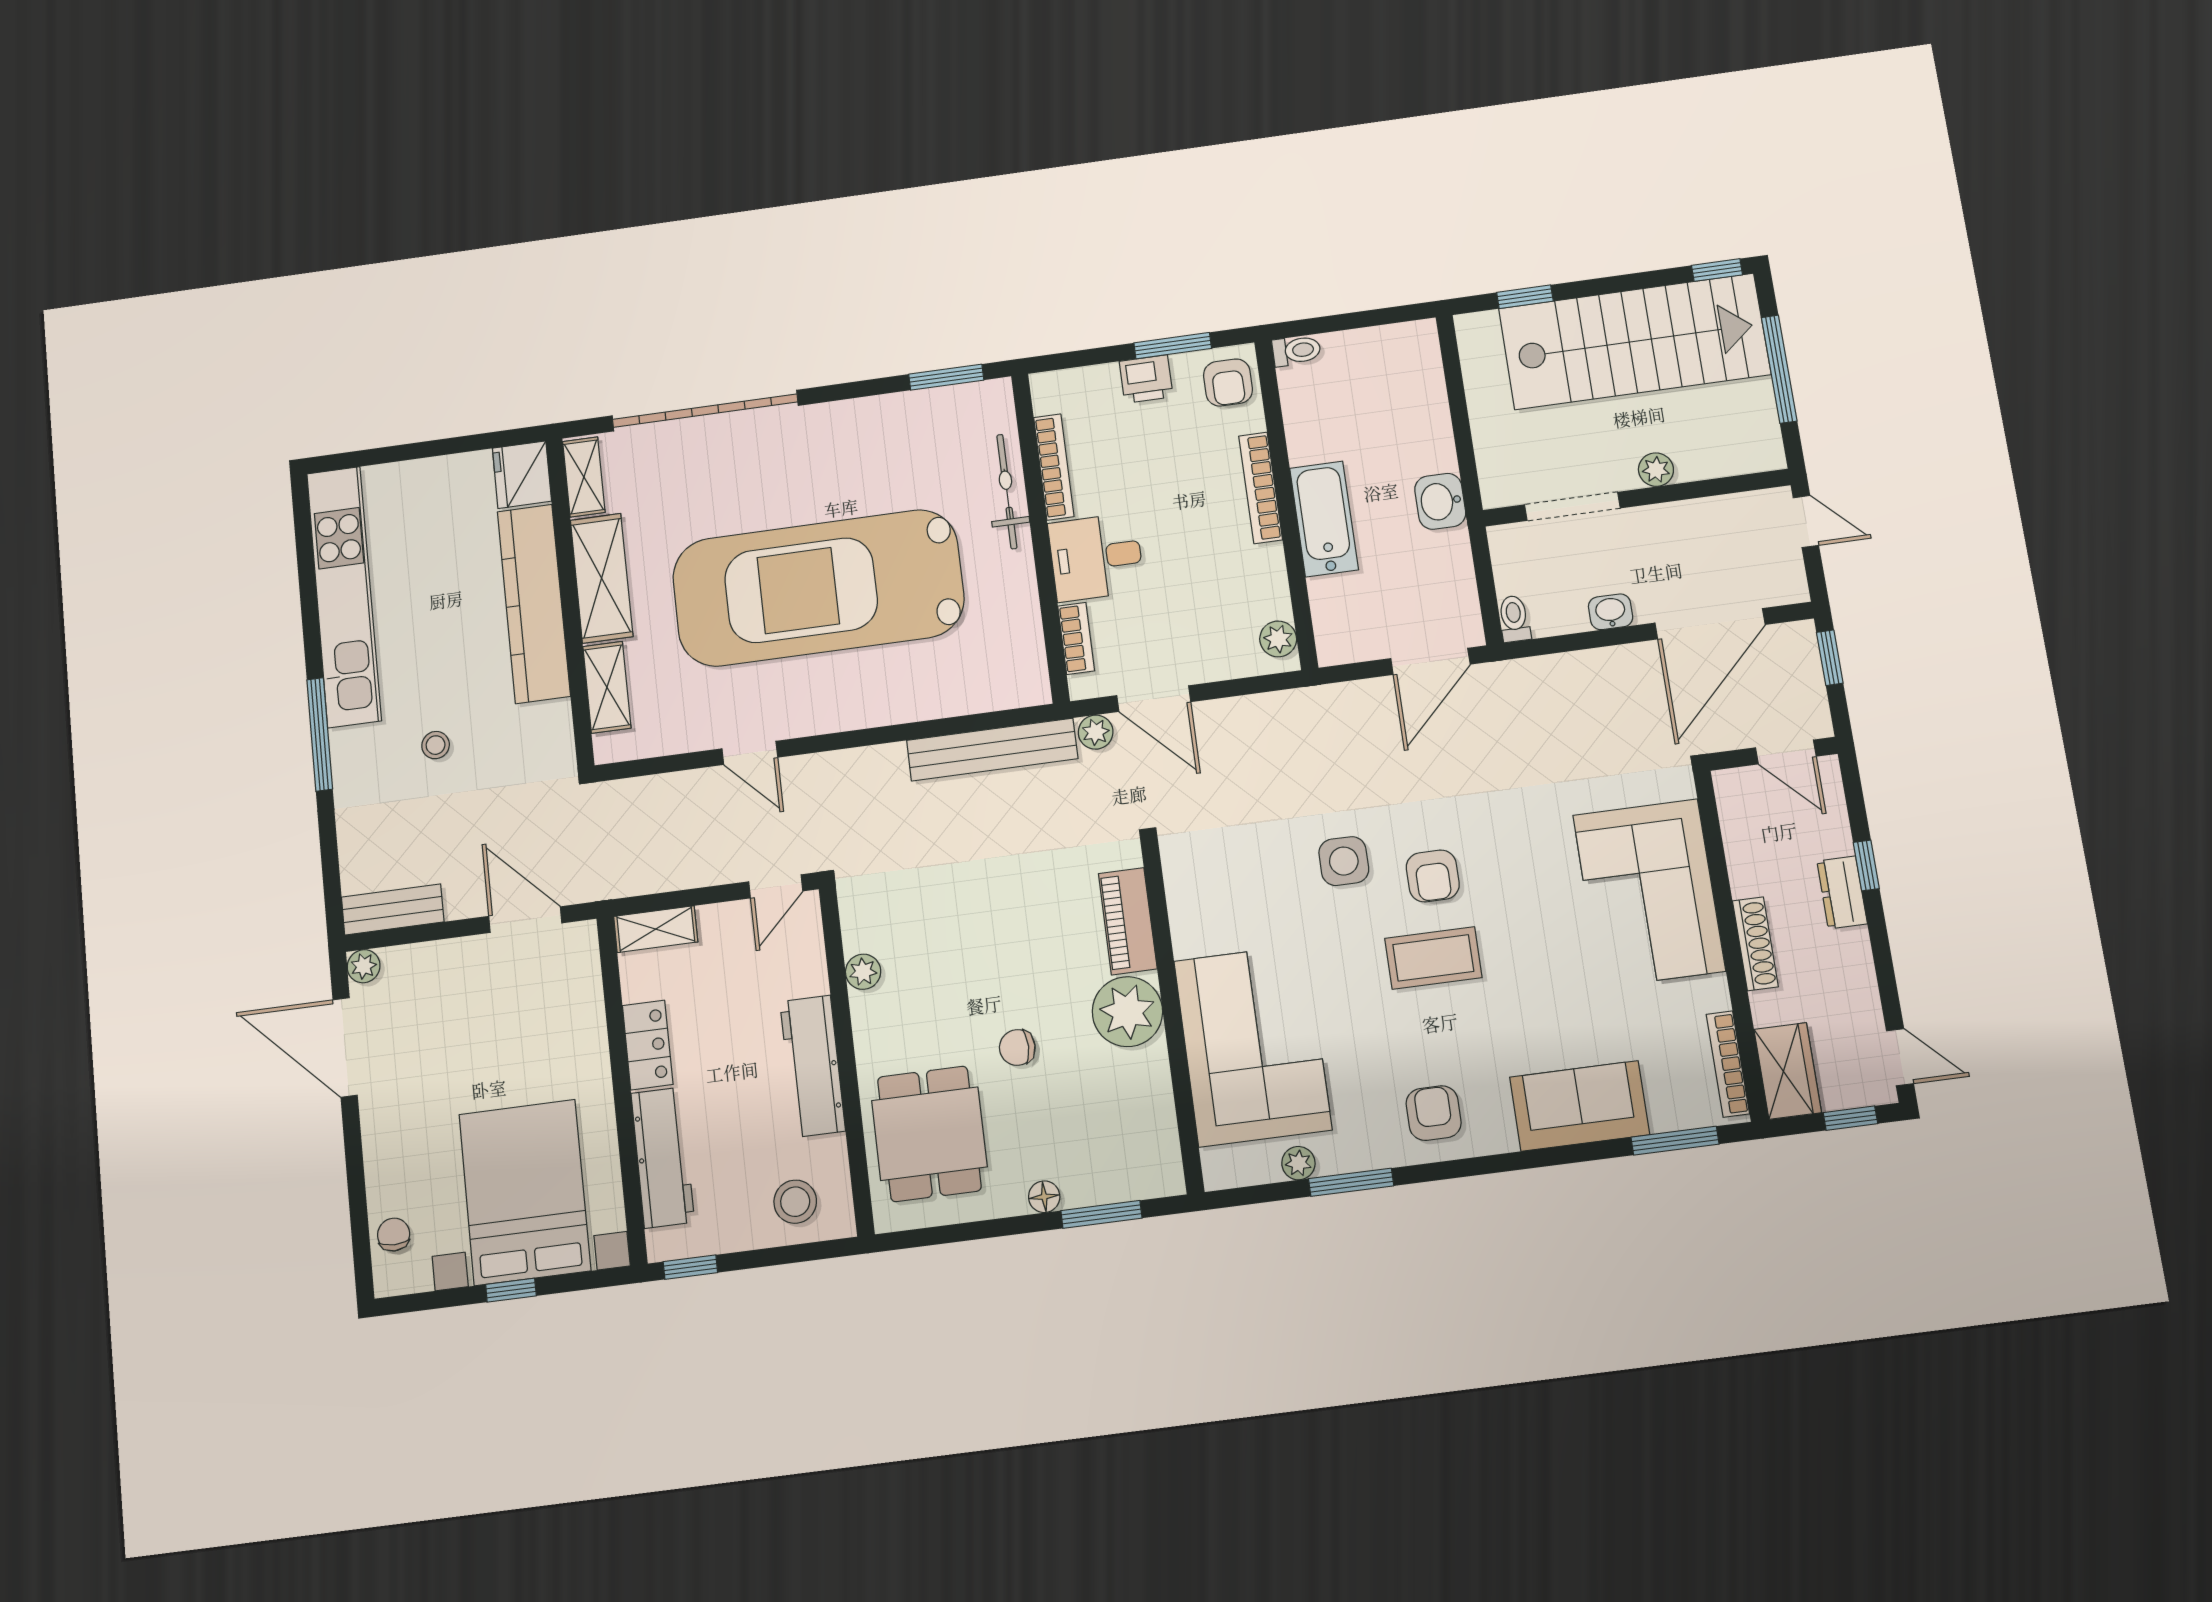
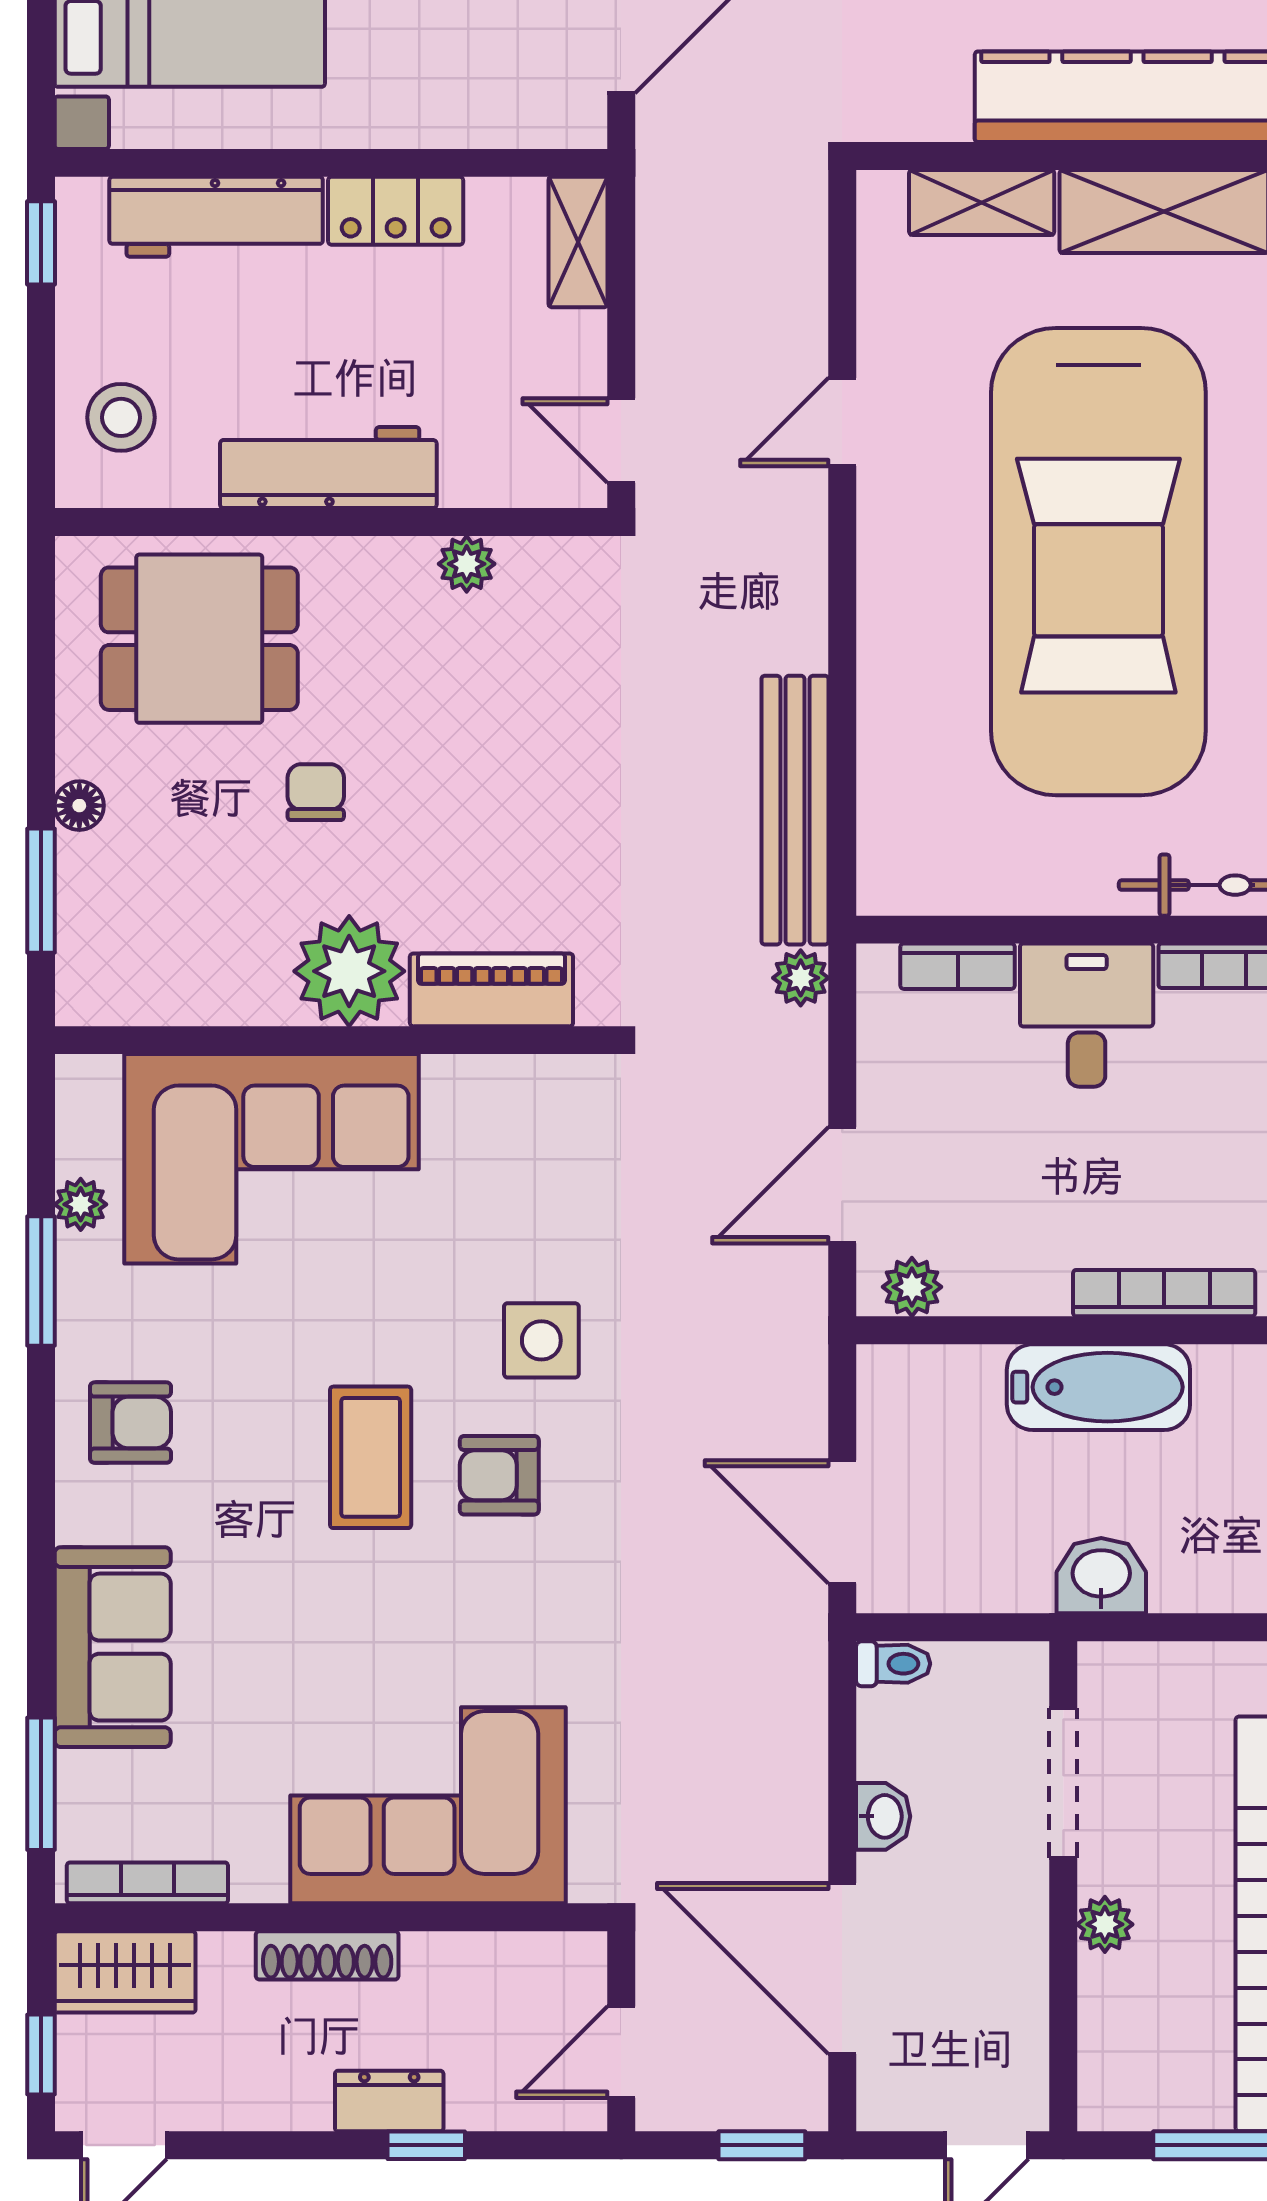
car: (818, 588) -> (1098, 562), turned 180
door: (1154, 699) -> (842, 1185), moved

